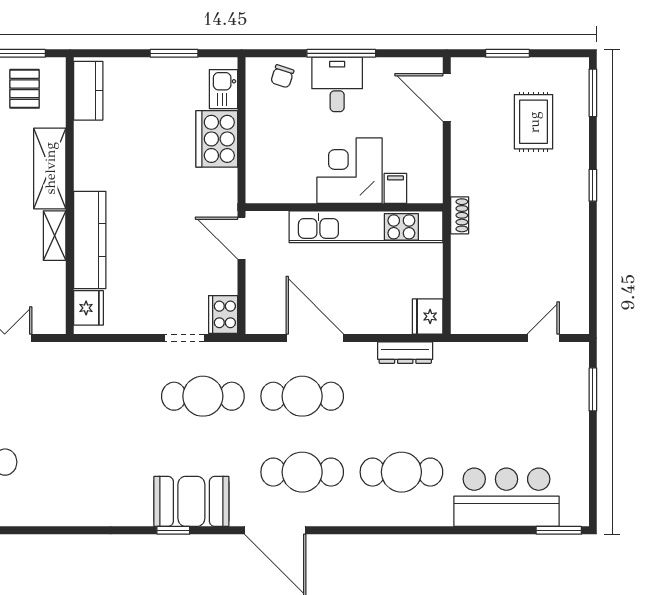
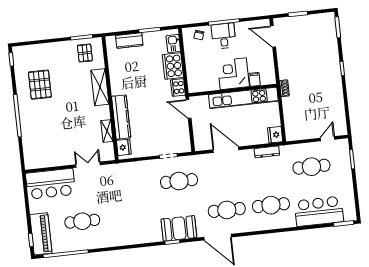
kitchen counter: (88, 91) -> (129, 41), moved, turned 90
rug: (534, 122) -> (313, 43), removed
shelving: (55, 236) -> (107, 131), moved
cooker: (223, 314) -> (178, 88), moved
cafe table: (302, 396) -> (311, 167), moved

